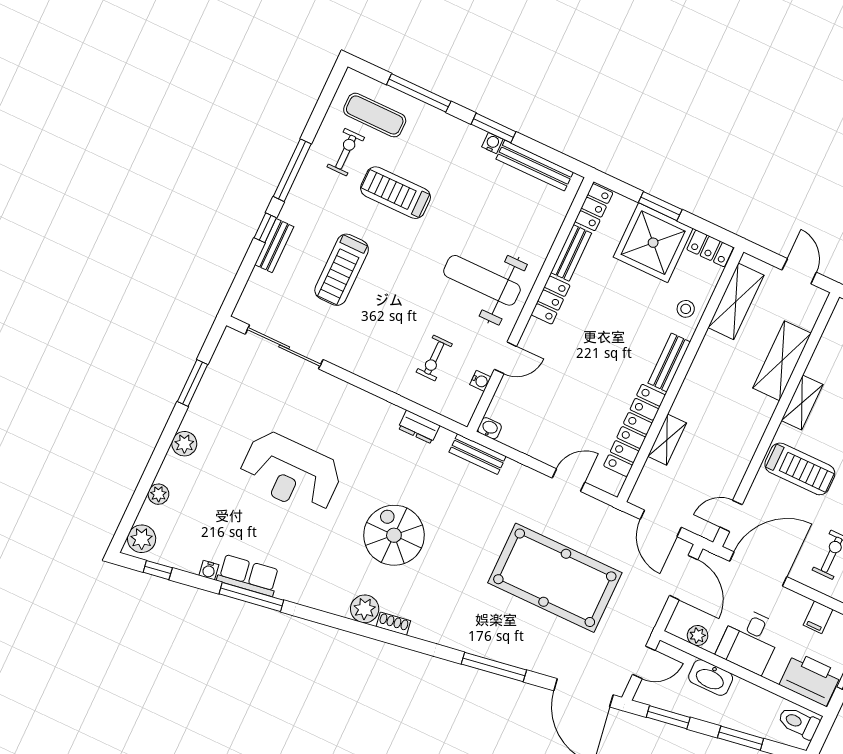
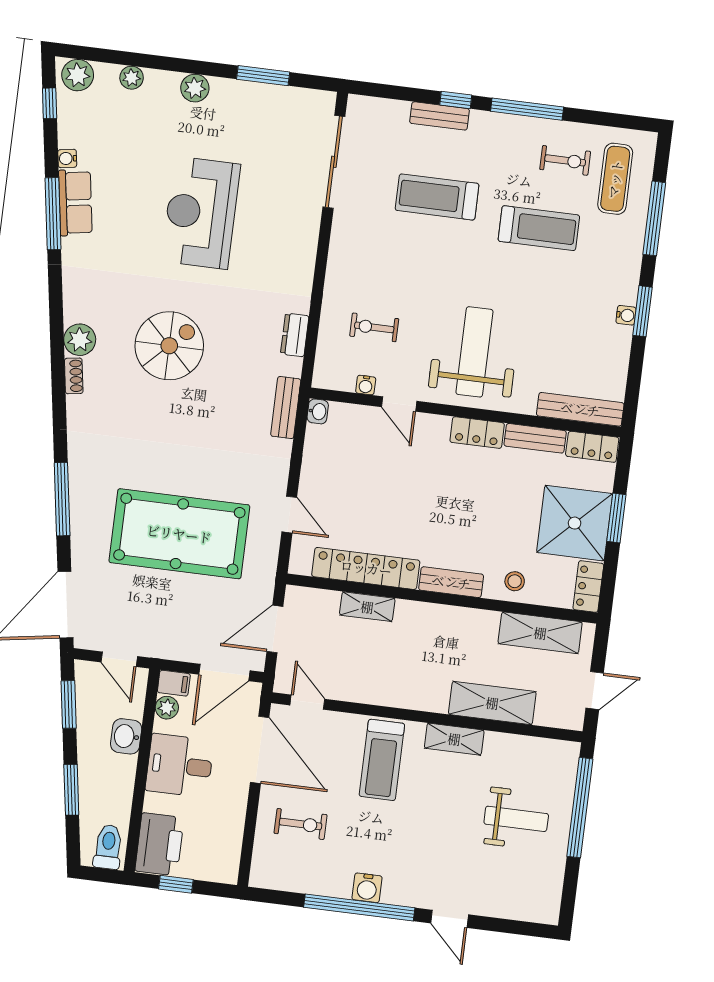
bench: (535, 166) -> (580, 409), moved, turned 90
treadmill: (396, 193) -> (539, 228), turned 90
pool table: (555, 578) -> (179, 534), turned 90
filing cabinet: (818, 617) -> (174, 683), moved, turned 180
washbasin: (711, 678) -> (126, 736), width x0.72

